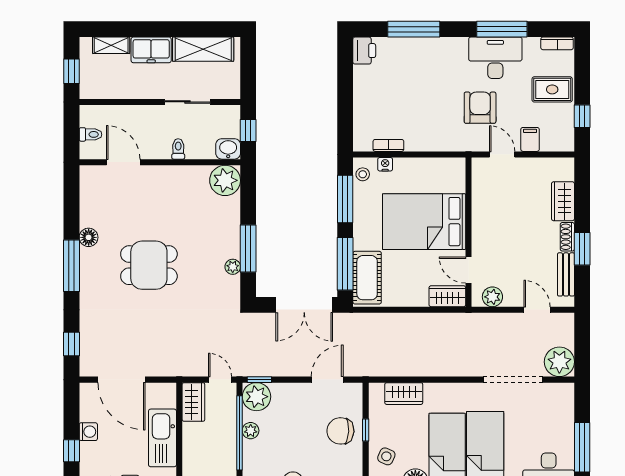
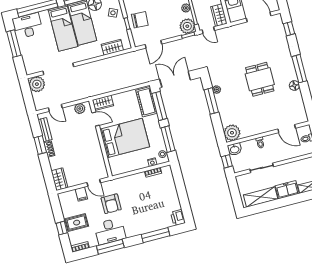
window: (582, 116) -> (62, 228), moved
wardrobe: (563, 201) -> (60, 179), moved
dining table: (149, 265) -> (260, 79), turned 90

